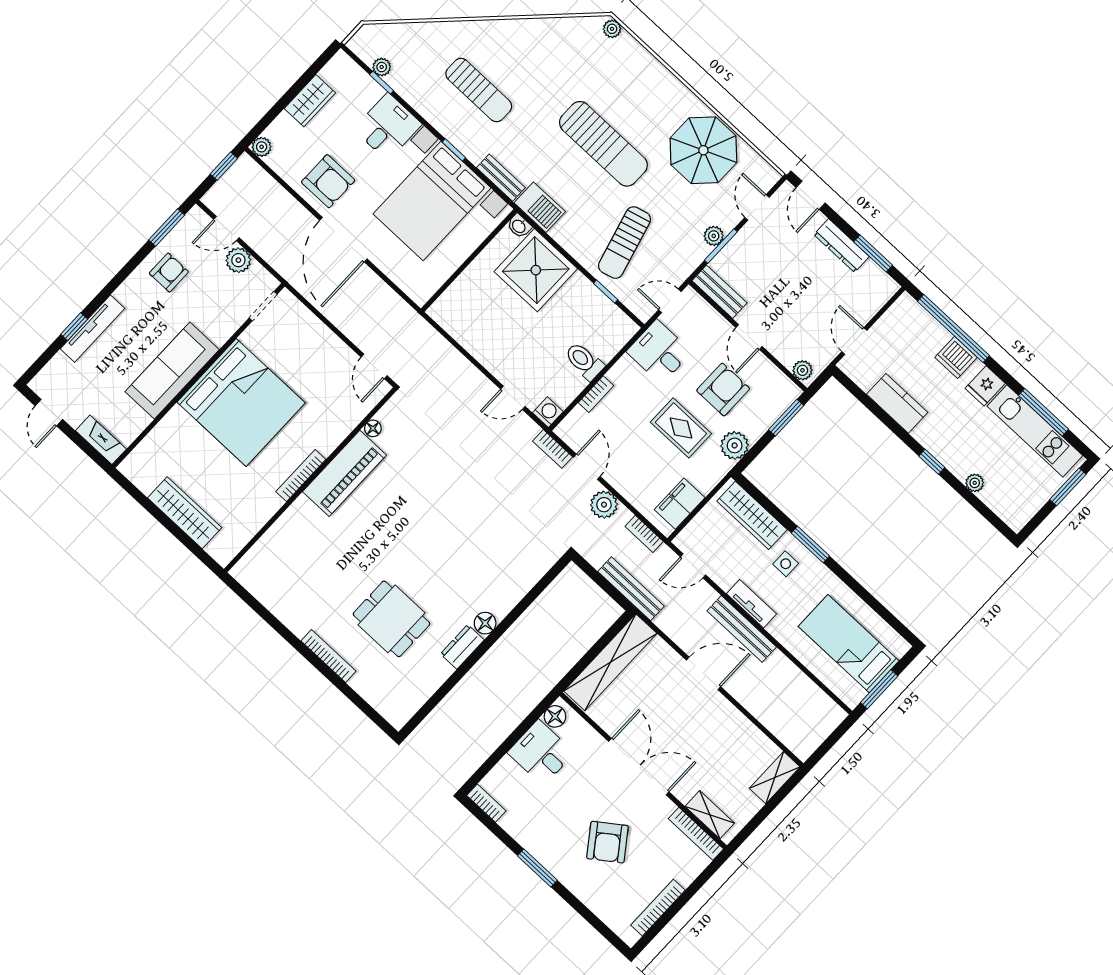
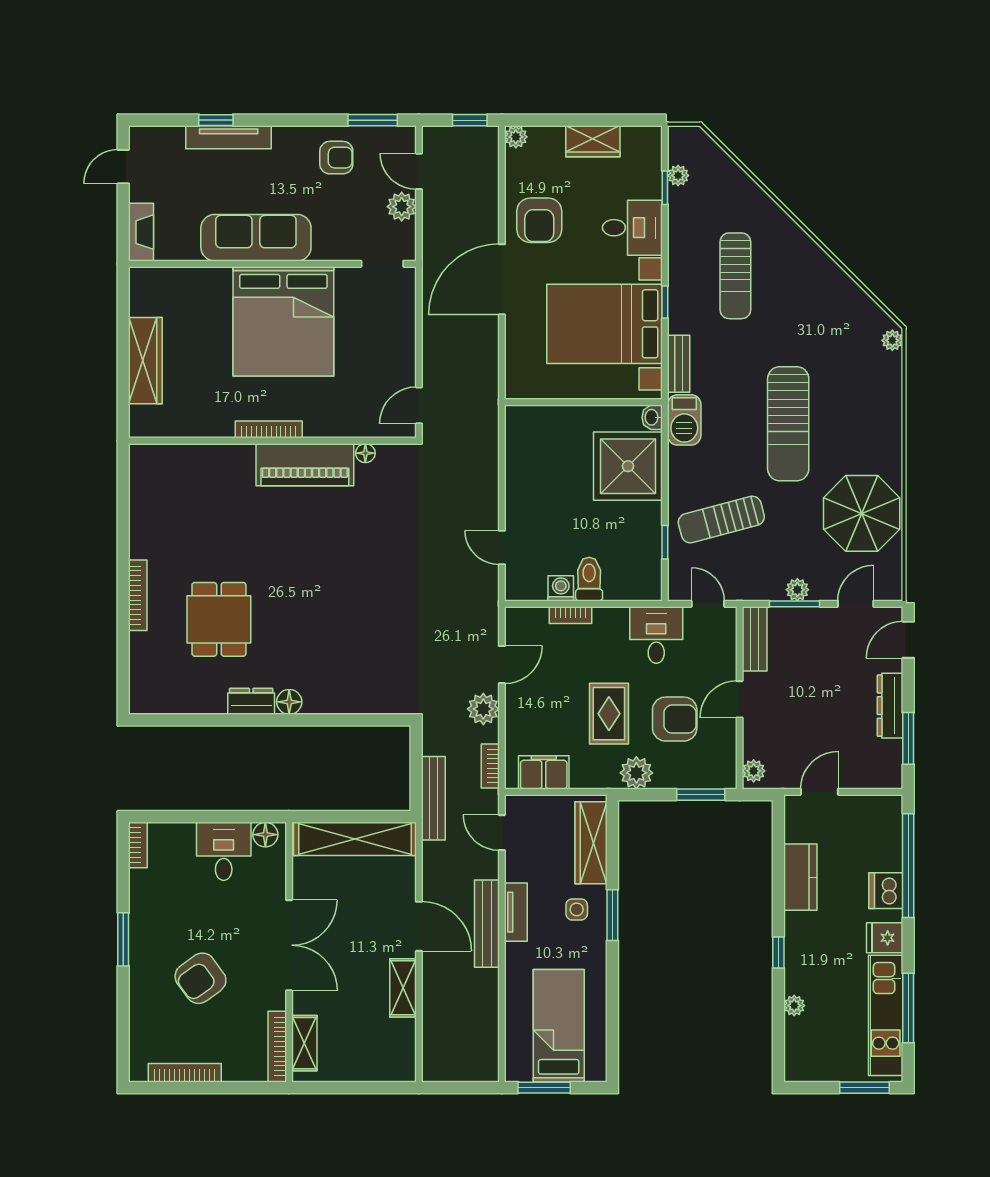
washing machine: (548, 412) -> (561, 588), moved, turned -90
bookcase: (553, 449) -> (490, 622), removed
shelving: (775, 778) -> (403, 988), moved, turned 90

